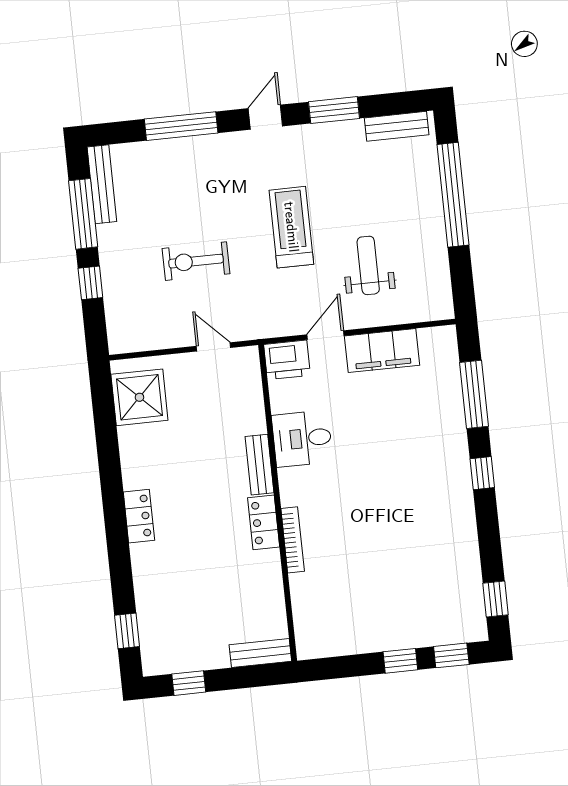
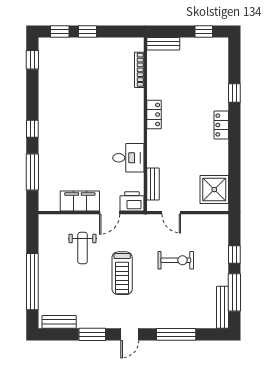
bench: (260, 465) -> (153, 184), moved
bookcase: (293, 540) -> (139, 70), moved
window: (127, 631) -> (234, 93), moved

